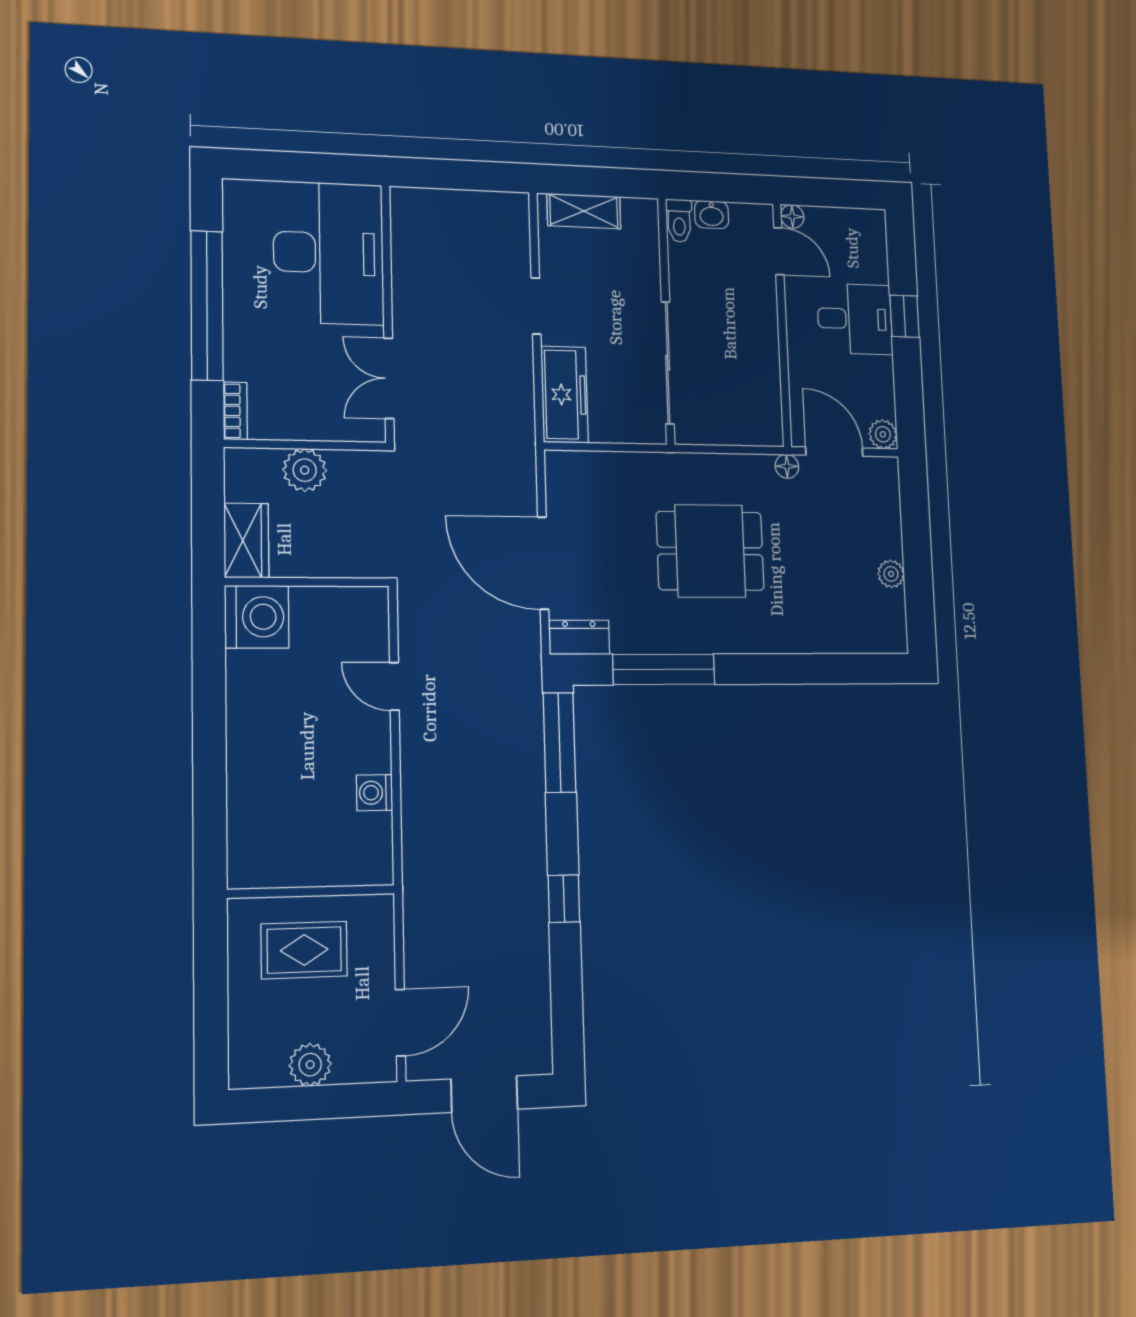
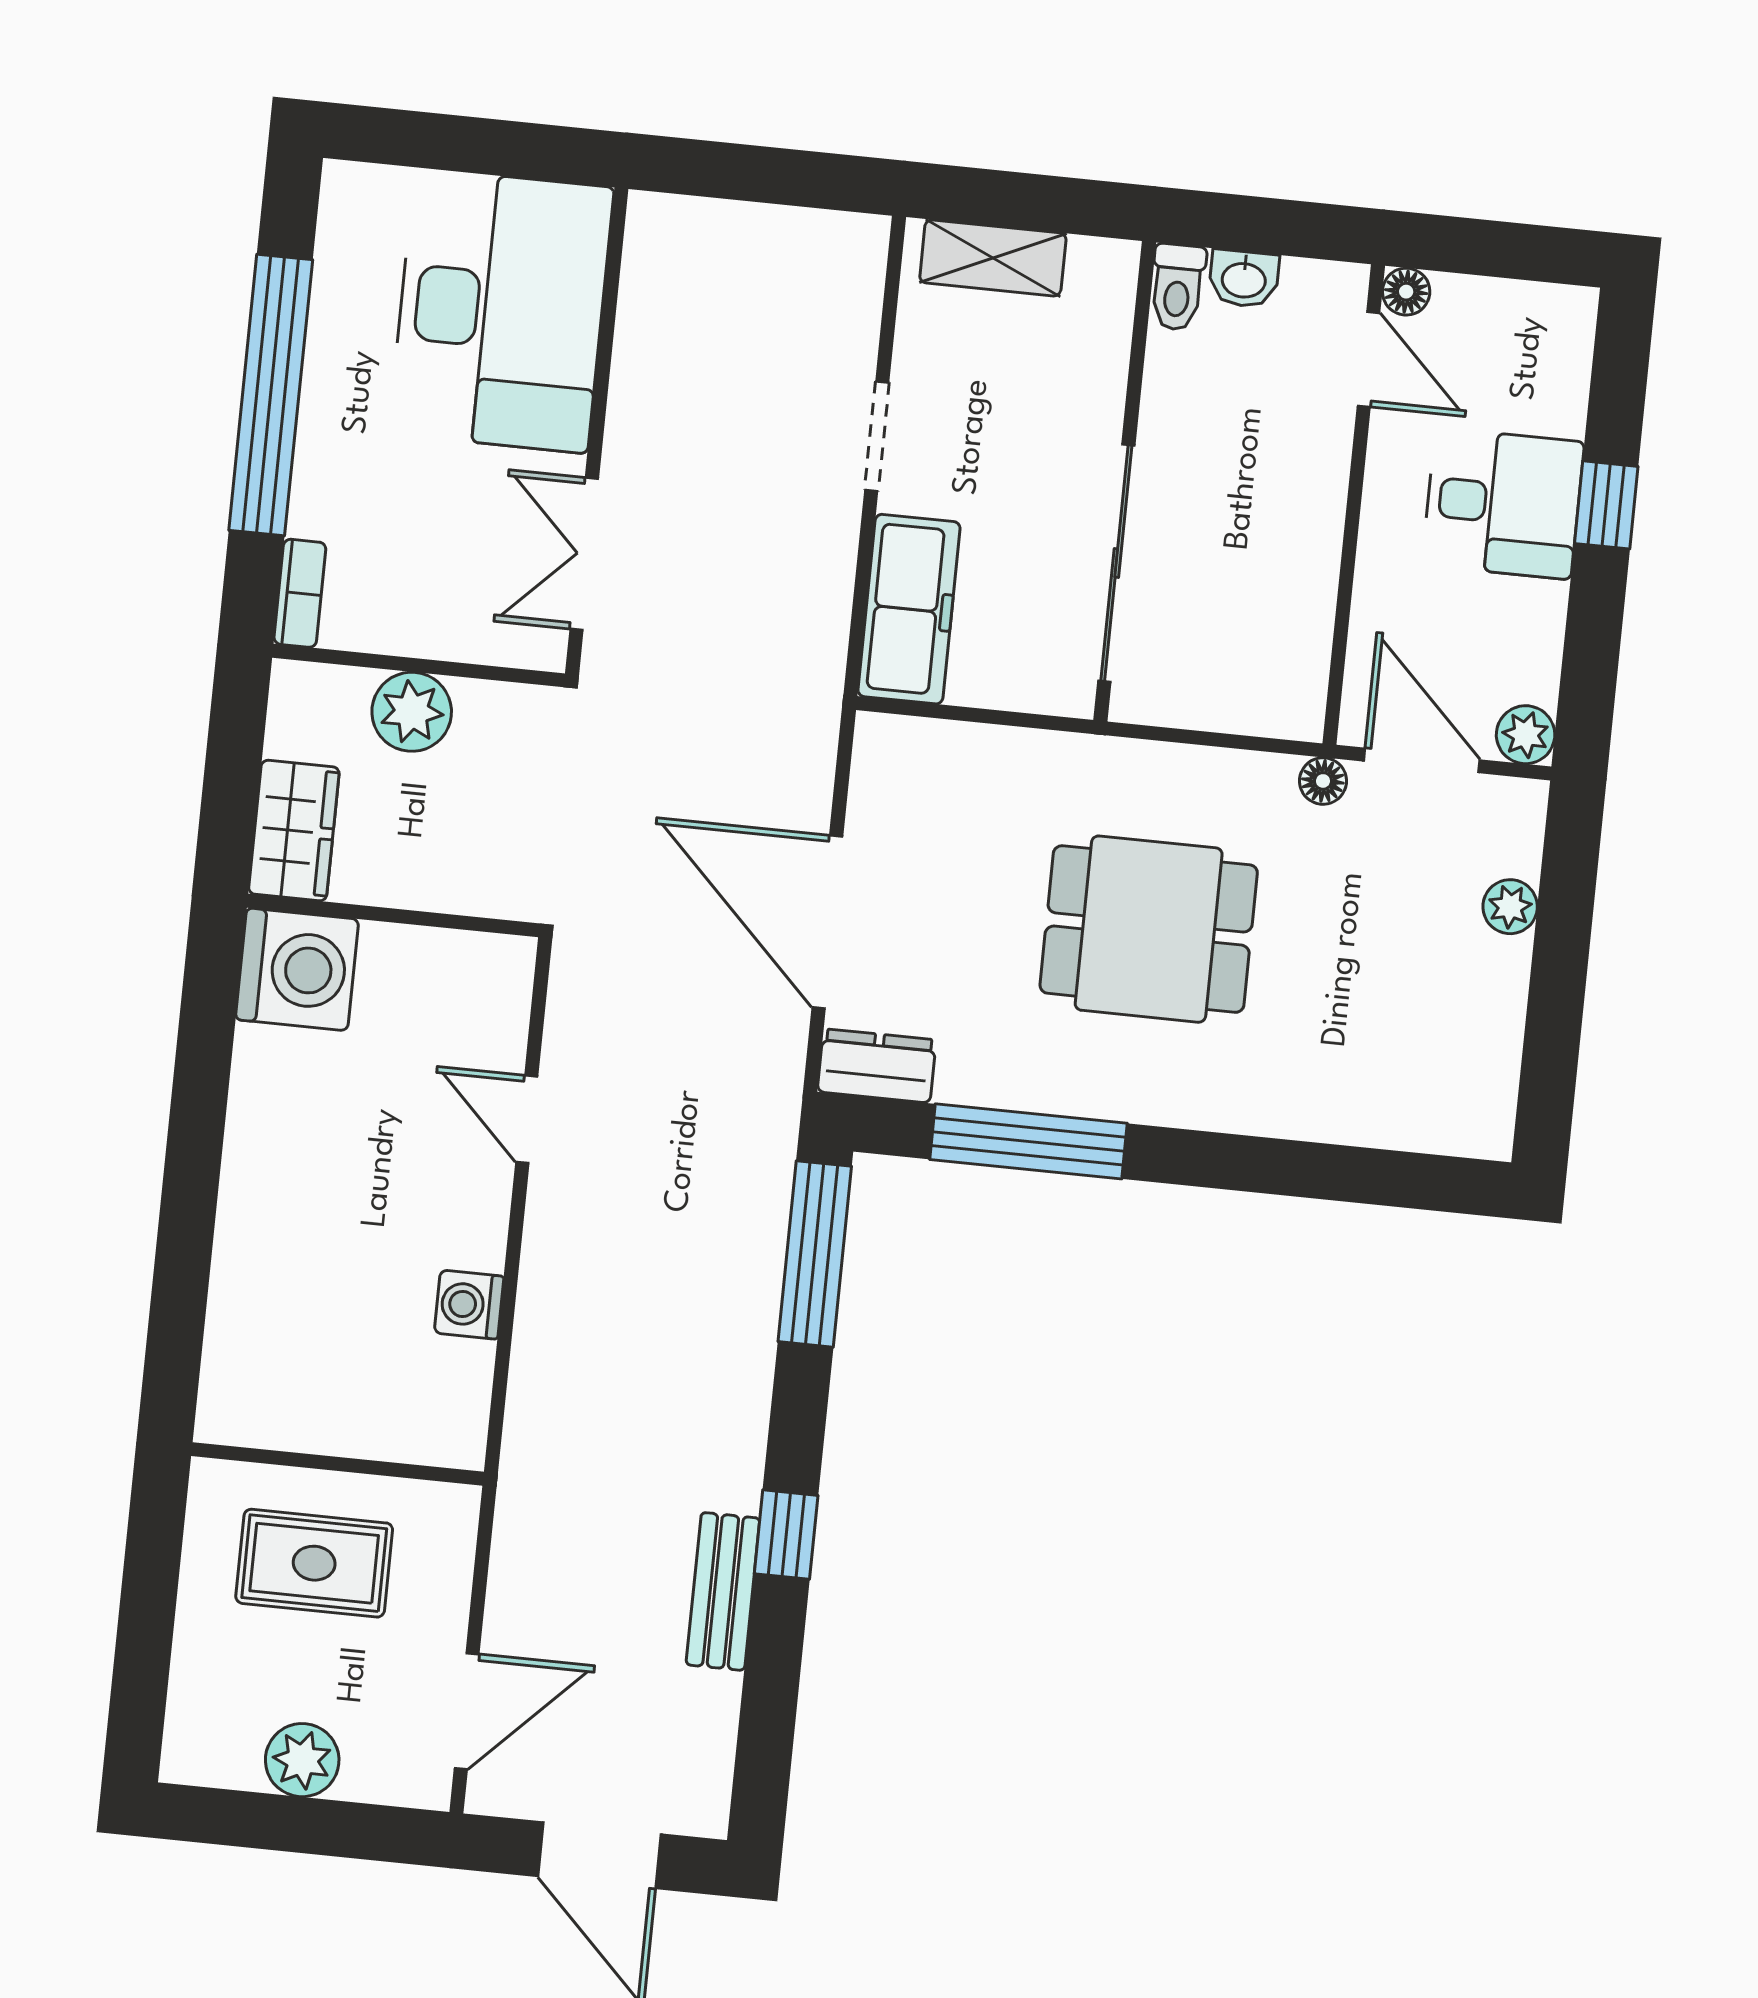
plant: (891, 574) -> (1510, 907), moved
bench: (534, 935) -> (723, 1591), added

